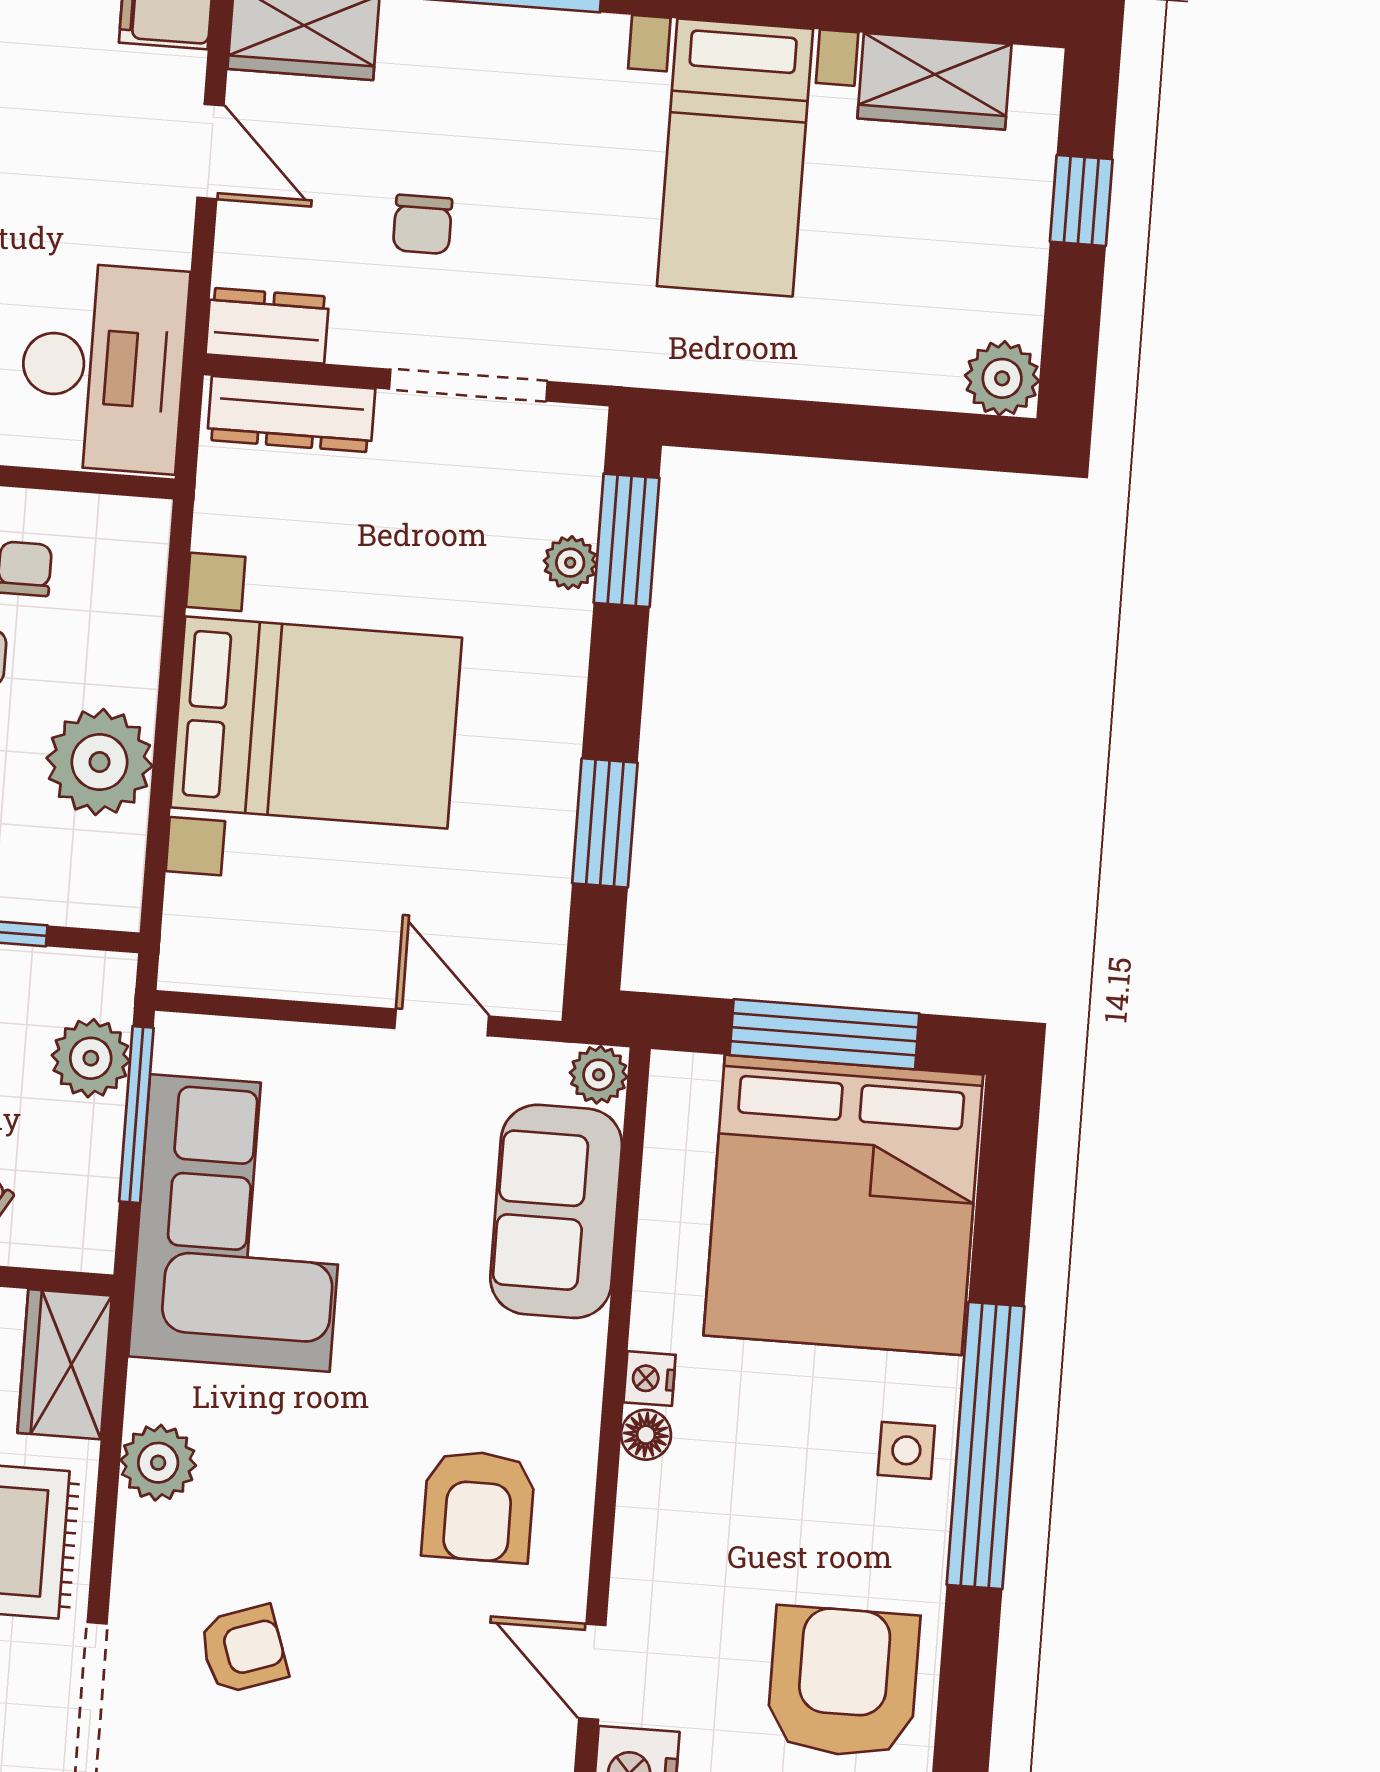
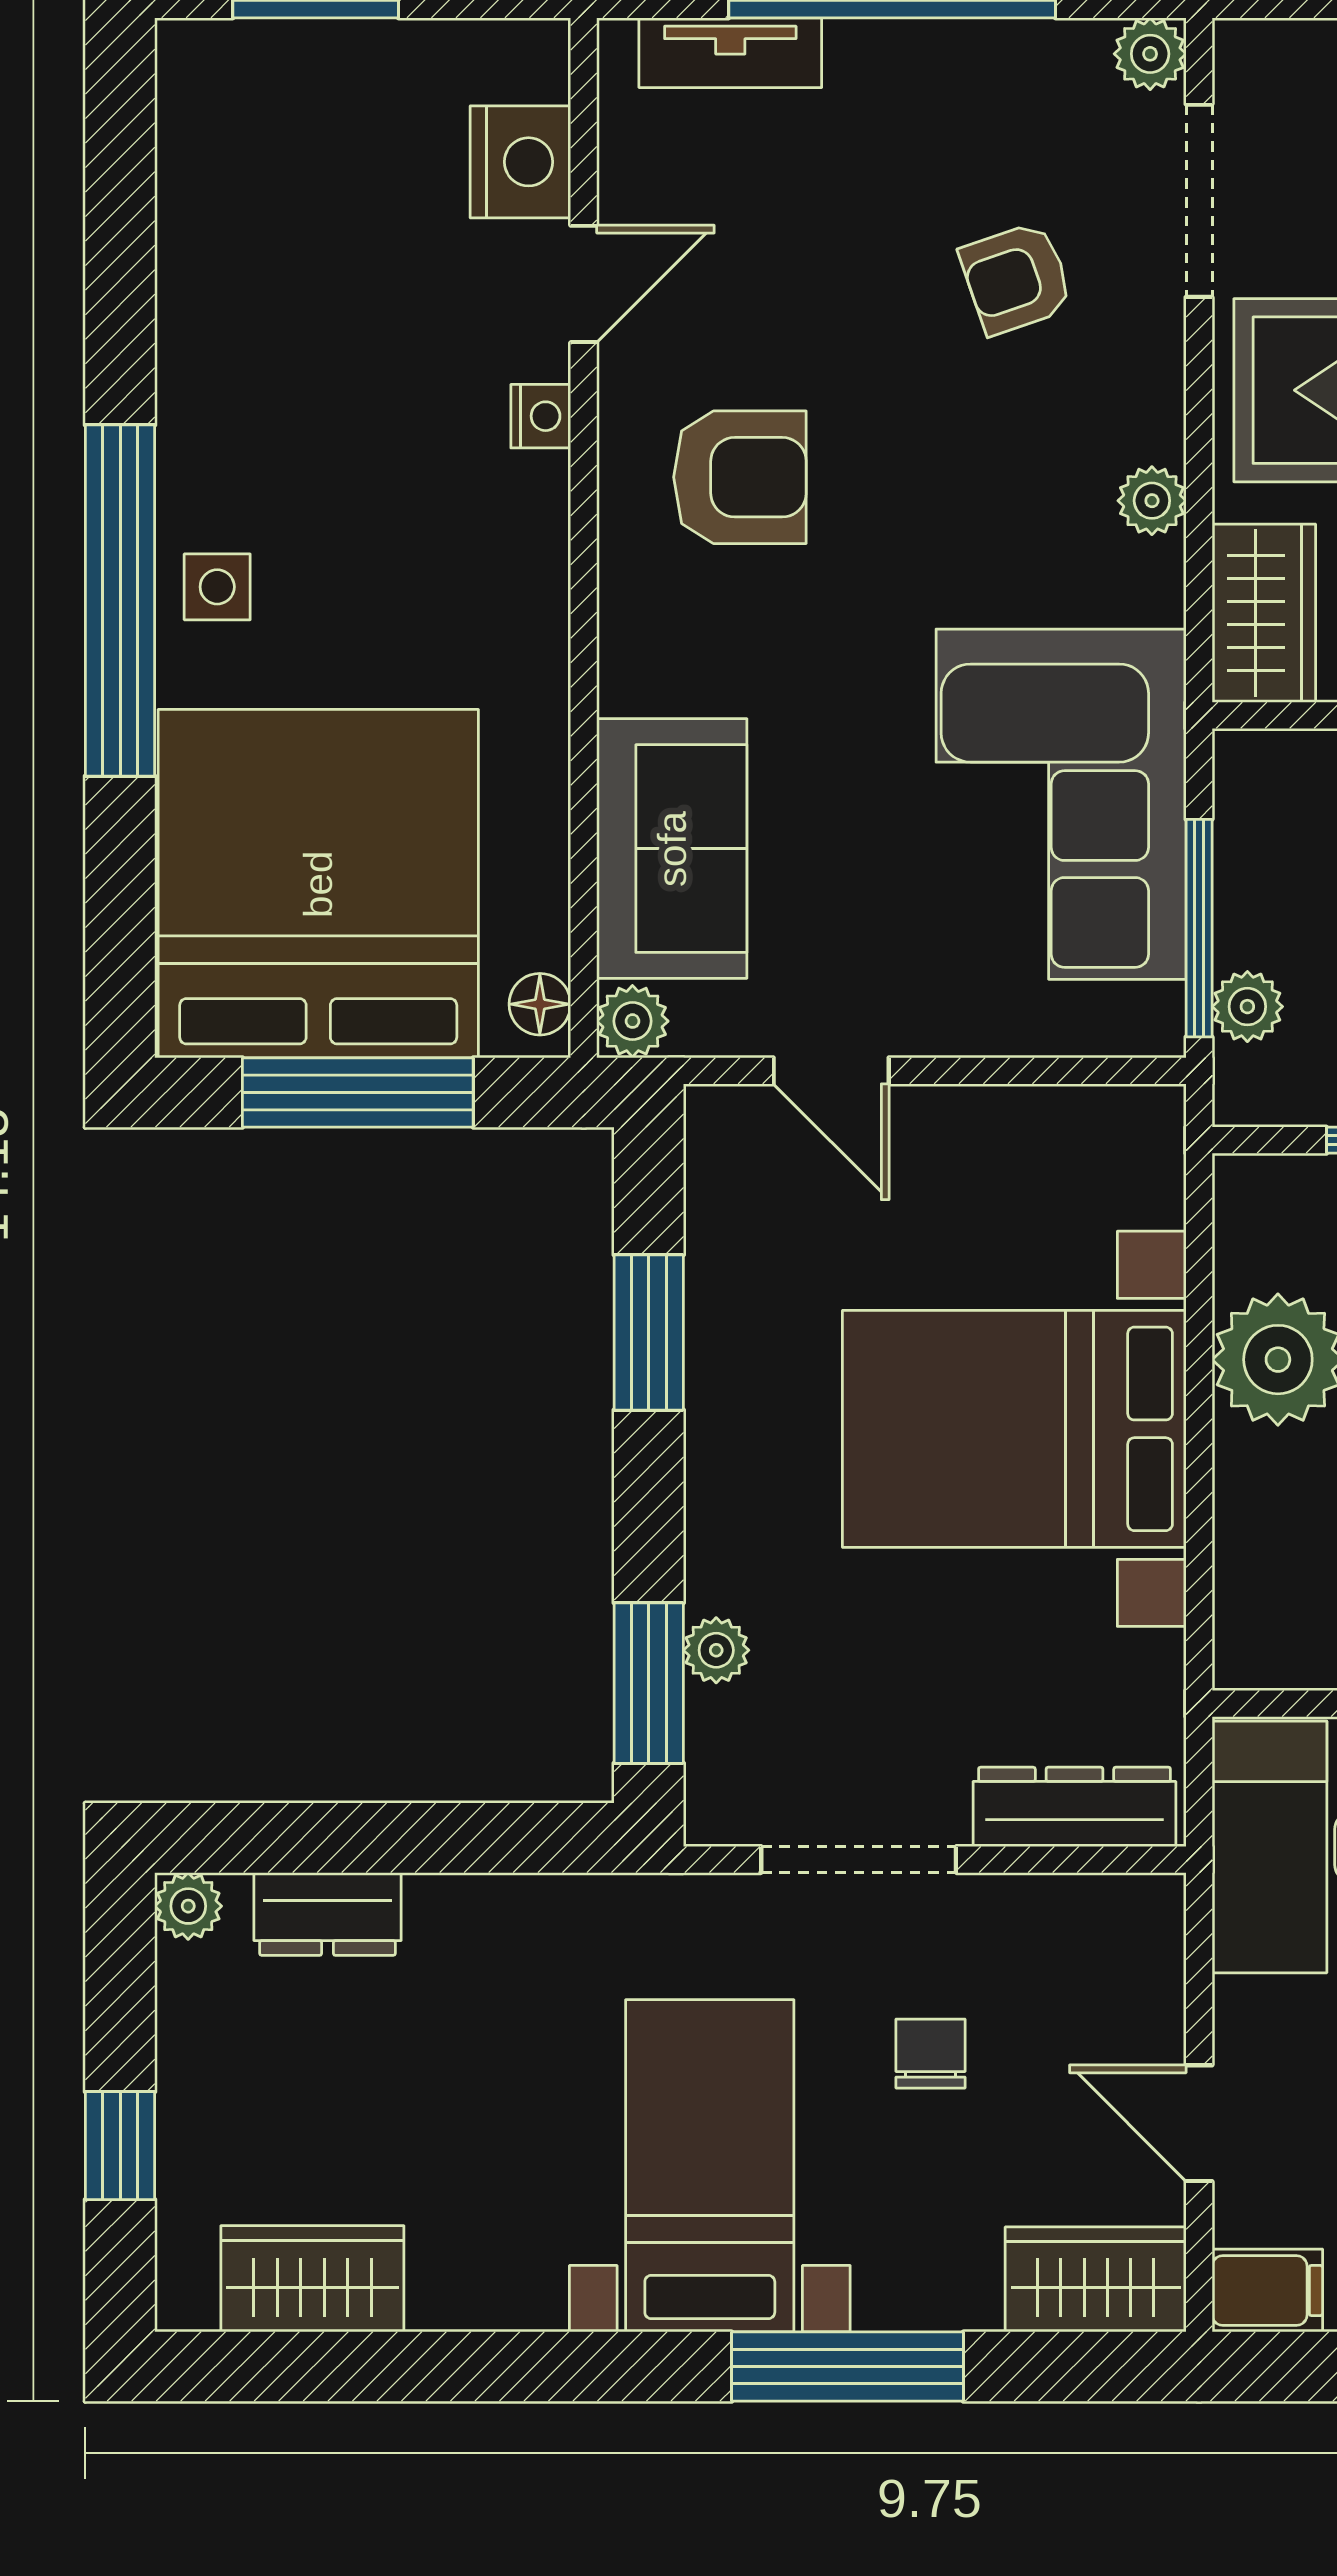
bed with nightstands: (735, 157) -> (710, 2166), moved
dresser: (267, 326) -> (328, 1914), moved
plant: (1002, 378) -> (188, 1906), width x0.73, depth x0.73
plant: (91, 1058) -> (1247, 1007), width x0.73, depth x0.73
nightstand: (650, 1379) -> (541, 416), moved
floor lamp: (646, 1435) -> (540, 1004), moved
plant: (158, 1463) -> (1152, 501), width x0.73, depth x0.73
armchair: (478, 1506) -> (740, 477), turned 90
door: (592, 1672) -> (584, 284), hinge flipped
armchair: (843, 1682) -> (273, 295), removed

